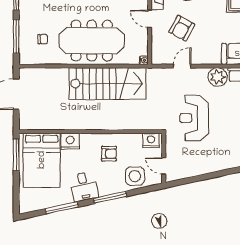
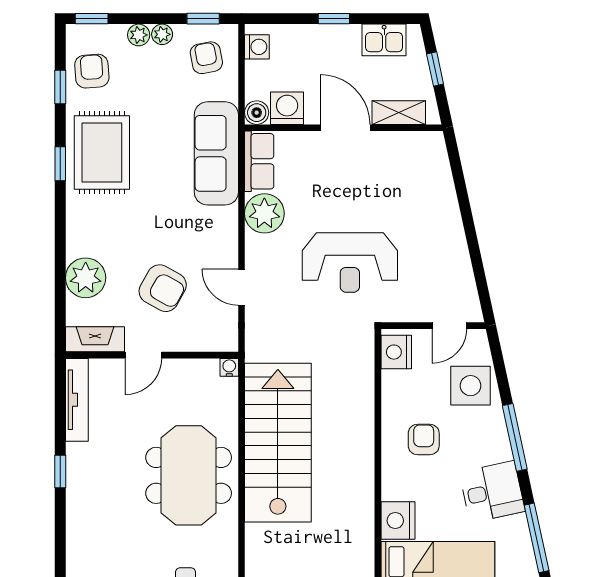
meeting table: (92, 41) -> (189, 475), width x0.73

